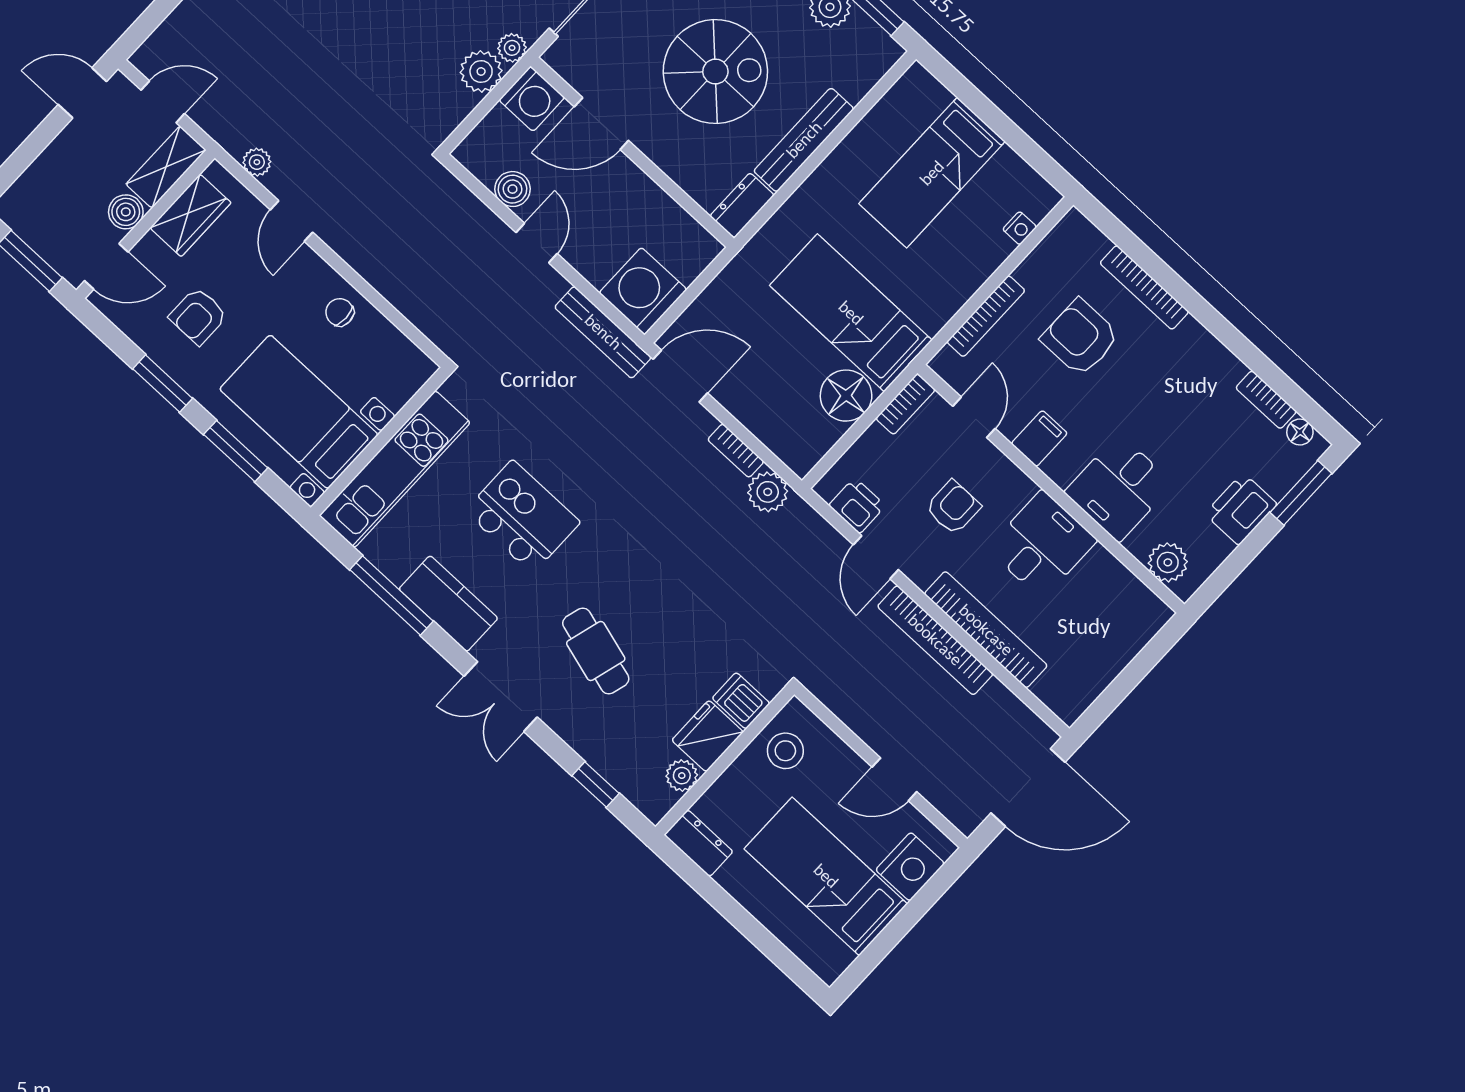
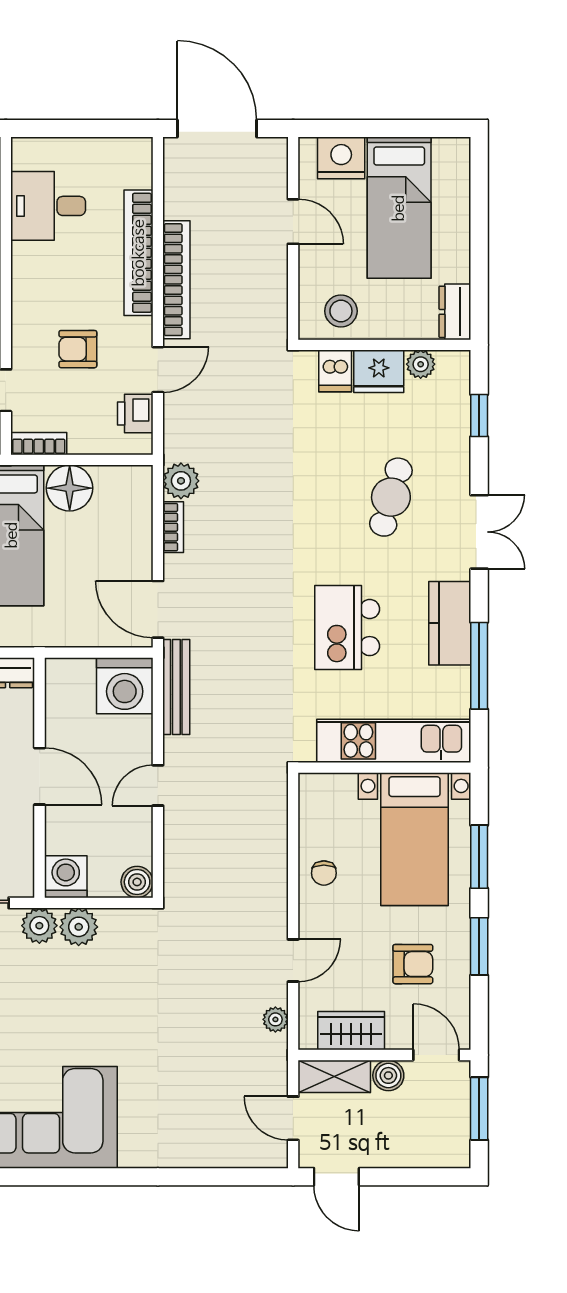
plant: (512, 48) -> (39, 926), width x1.38, depth x1.38
door: (601, 124) -> (40, 776), moved
boiler: (513, 189) -> (137, 882), moved
desk: (1042, 545) -> (48, 206), moved

